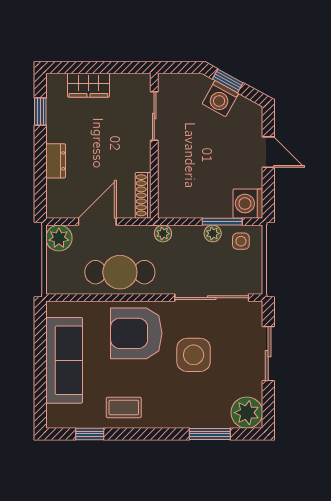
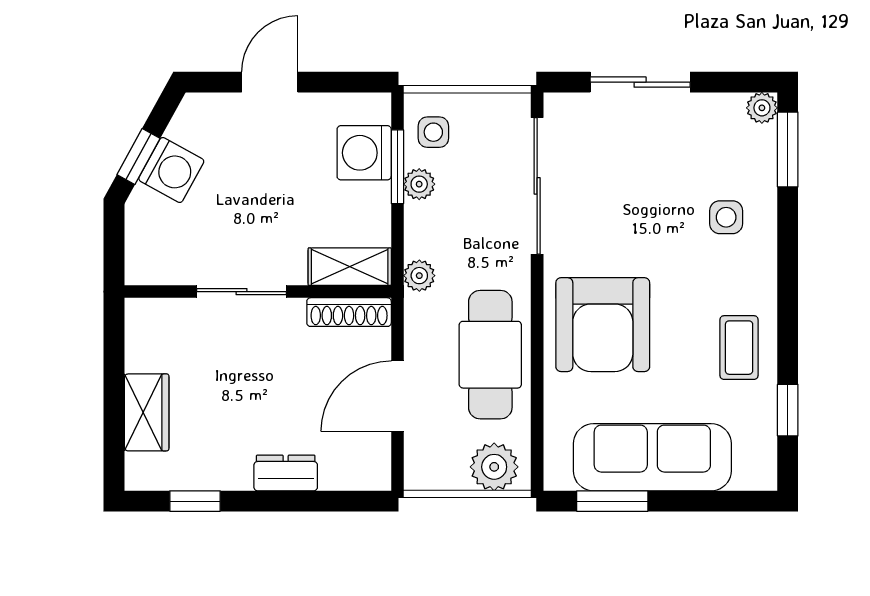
sliding door: (154, 116) -> (242, 292), moved
shelving: (168, 196) -> (350, 267), added
washing machine: (248, 204) -> (364, 153), moved, turned 90
door: (97, 222) -> (397, 396), hinge flipped
plant: (59, 238) -> (494, 467), moved
window: (40, 339) -> (612, 501), added
side table: (194, 355) -> (726, 217), moved, width x0.54, depth x0.54
plant: (247, 413) -> (762, 108), width x0.53, depth x0.53
window: (210, 434) -> (788, 149), moved

